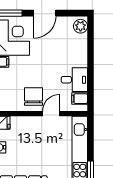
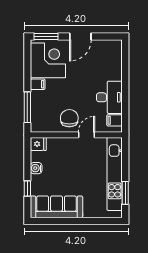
plant: (80, 26) -> (115, 49), removed
desk: (74, 80) -> (109, 97), width x1.37

